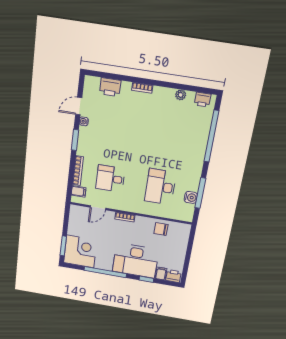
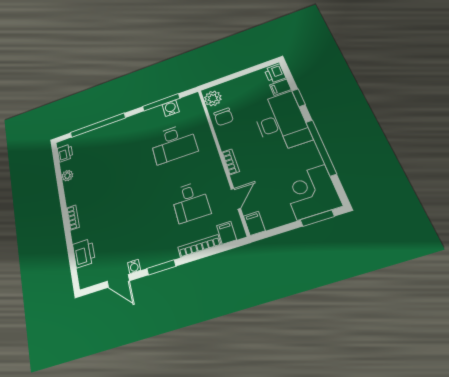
door: (98, 208) -> (236, 199), hinge flipped
filing cabinet: (77, 210) -> (254, 223), added
plant: (180, 229) -> (213, 98), added

